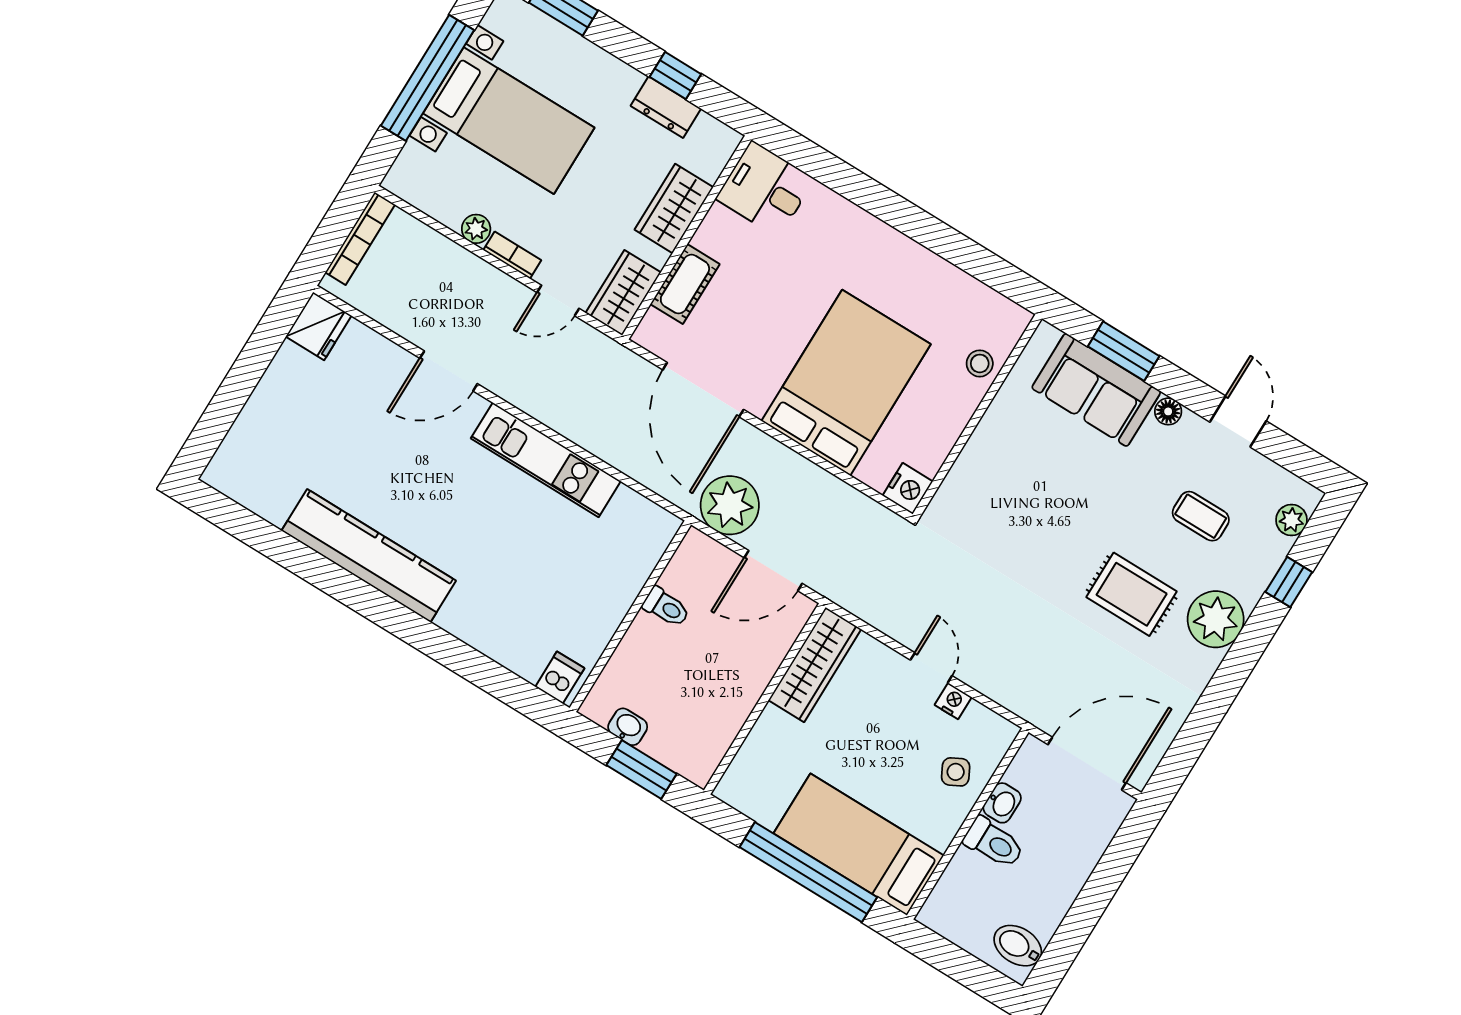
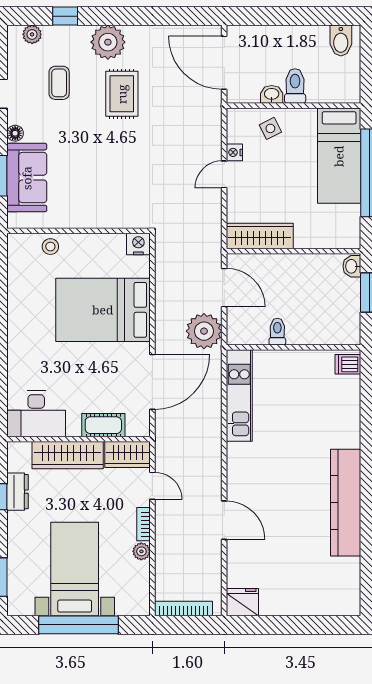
desk: (765, 189) -> (36, 414), width x1.37
wardrobe: (674, 208) -> (68, 455), width x1.50
kitchen unit: (546, 460) -> (239, 395), moved
washbasin: (628, 727) -> (352, 266), moved

